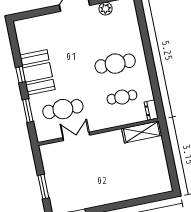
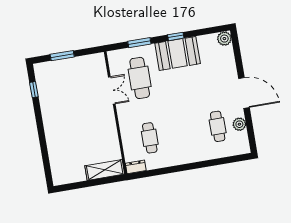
plant: (21, 26) -> (224, 39), added
cafe table: (115, 64) -> (218, 126), moved, width x0.73, depth x0.74
shelving: (142, 132) -> (105, 170), moved, turned 90

